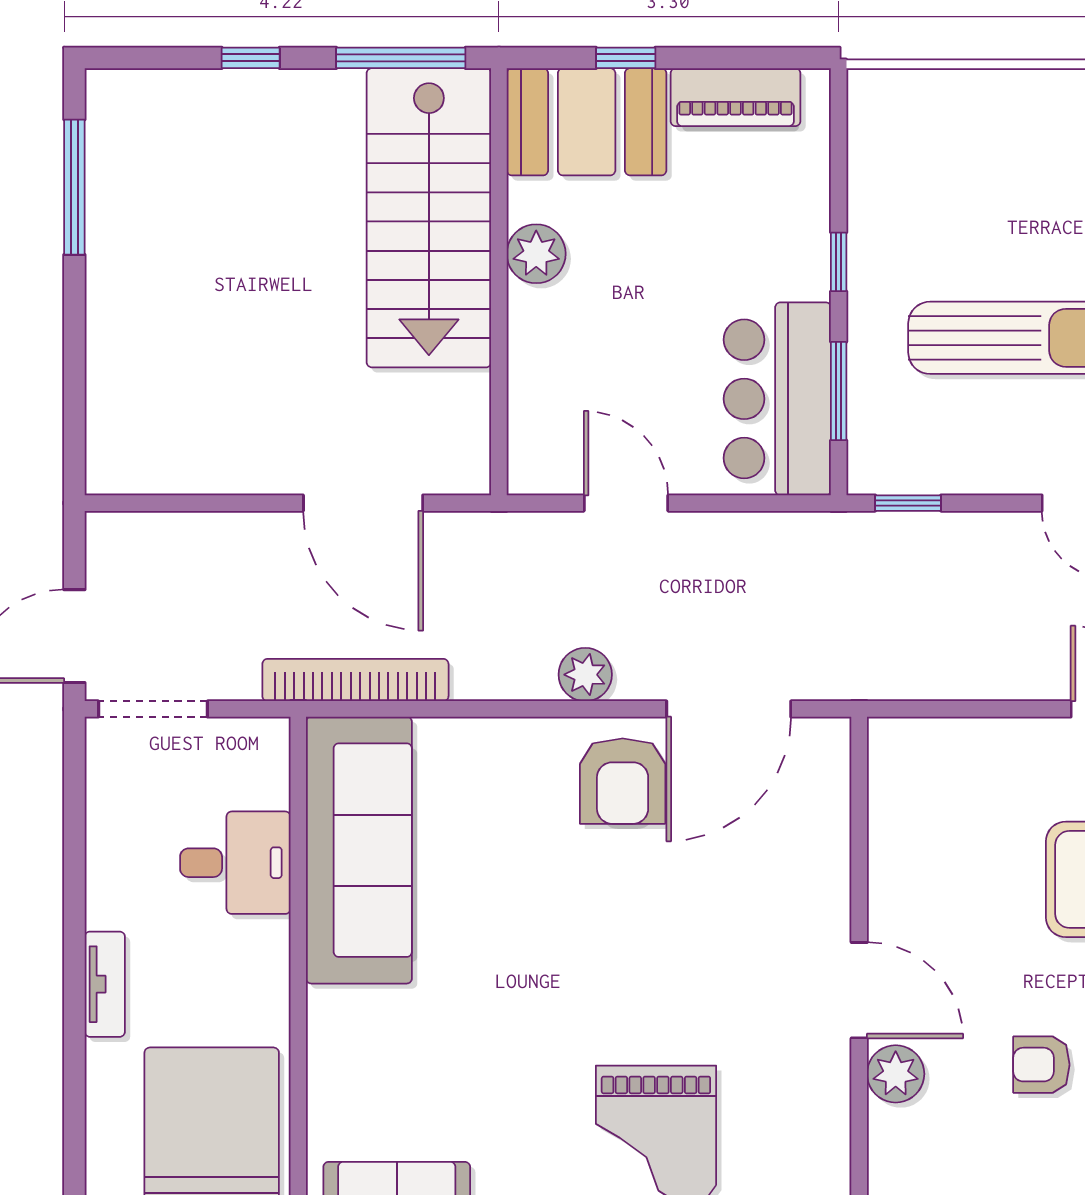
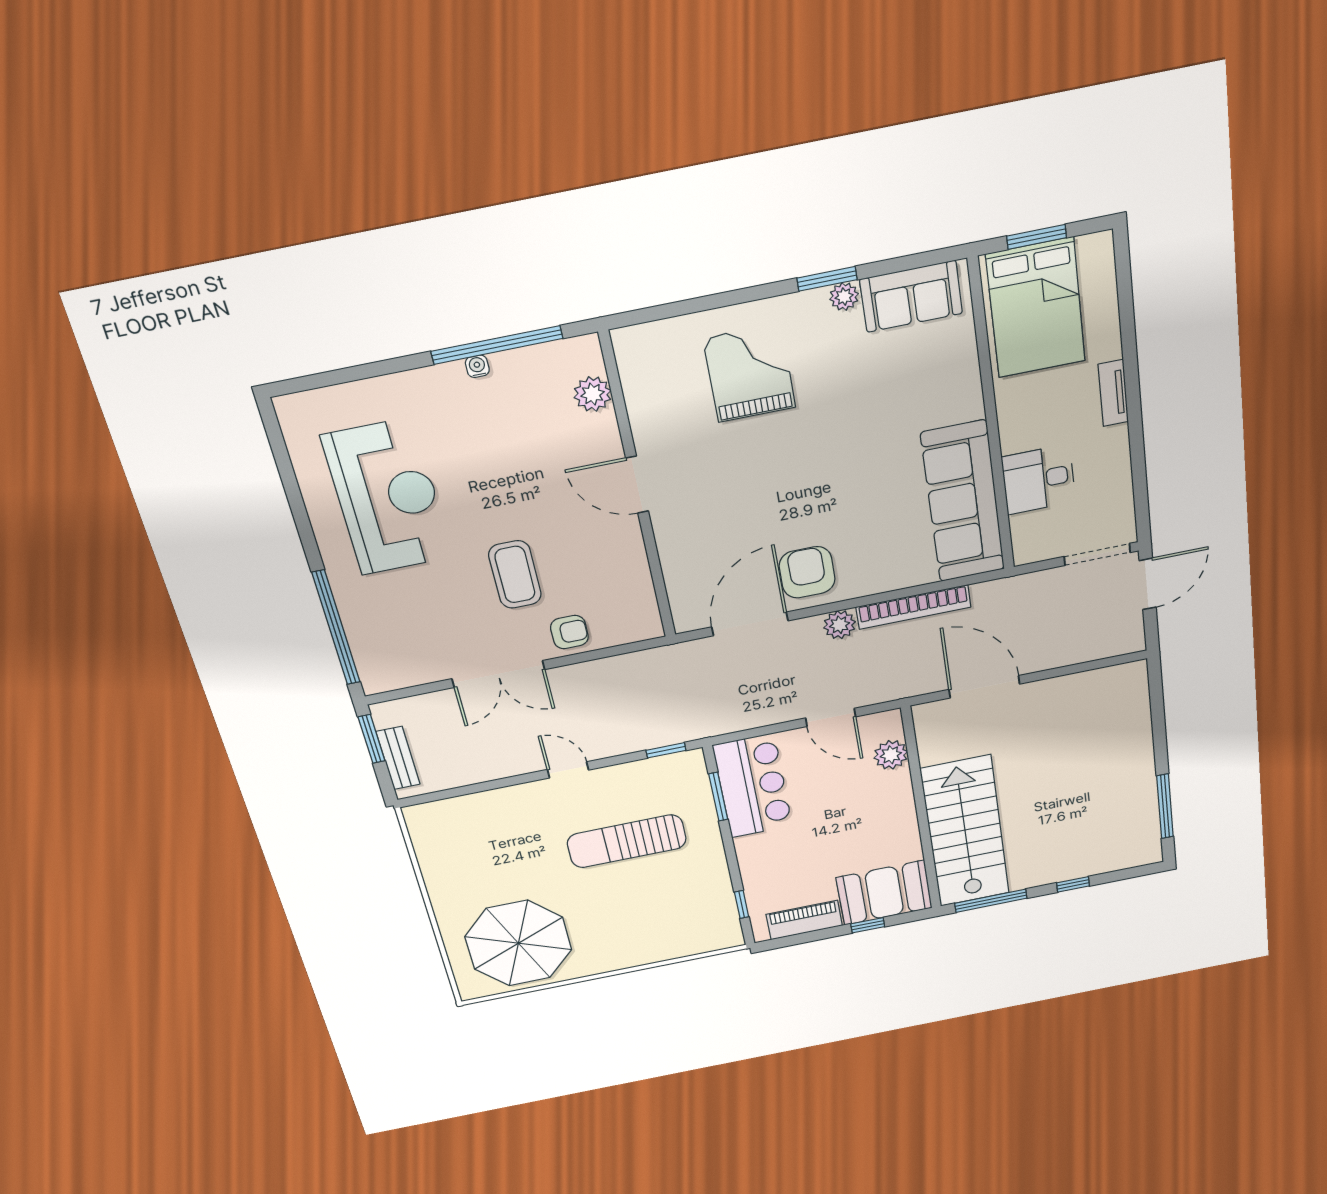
plant: (536, 254) -> (891, 755), moved
window: (839, 262) -> (742, 904), moved
bookcase: (355, 680) -> (913, 607), moved
armchair: (1041, 1065) -> (569, 632), moved
plant: (896, 1074) -> (593, 394), moved

